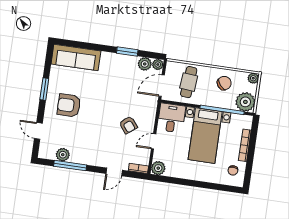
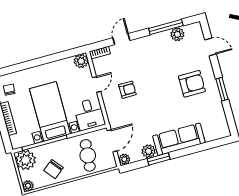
sofa: (76, 58) -> (179, 139), moved
plant: (145, 64) -> (149, 151), moved
armchair: (128, 125) -> (127, 90), turned 128

